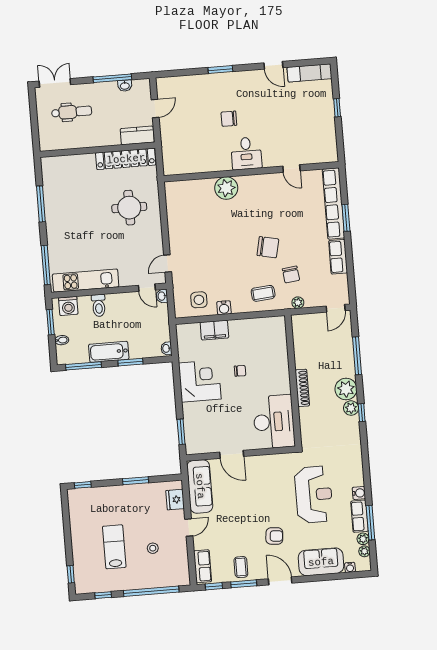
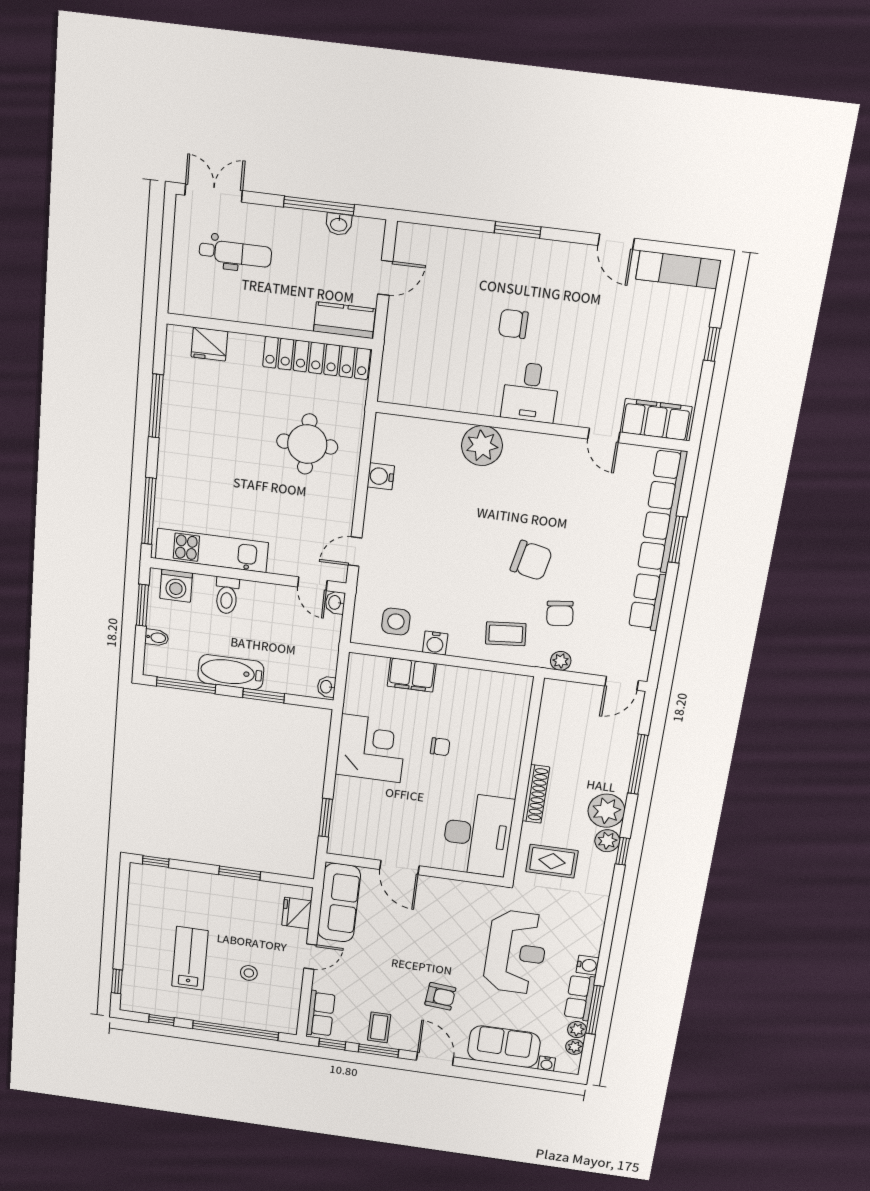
filing cabinet: (318, 154) -> (656, 420), added
fridge: (65, 164) -> (209, 344), added
water cooler: (174, 217) -> (381, 476), added
rug: (322, 429) -> (552, 861), added

